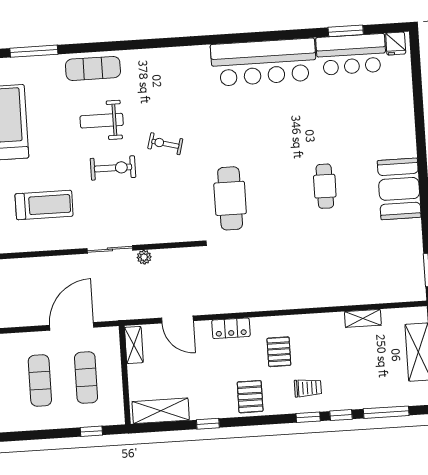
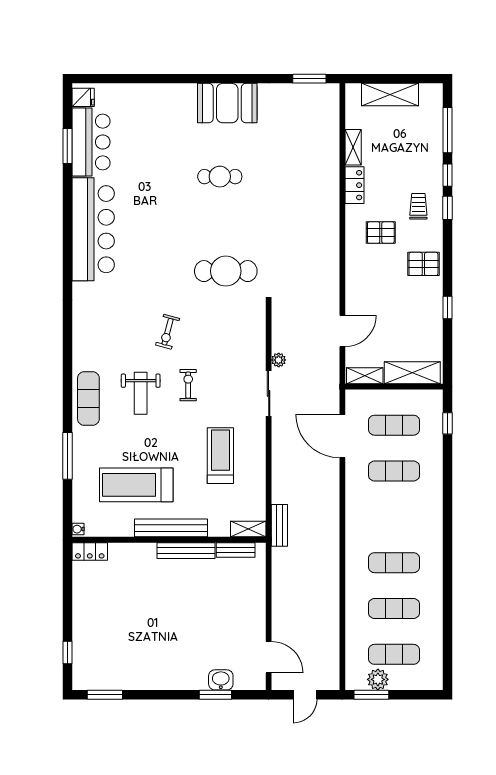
exercise bike: (113, 168) -> (188, 385), width x0.73, depth x0.72
locker: (231, 328) -> (354, 185), moved
shelving: (161, 411) -> (412, 373), moved, turned 90

